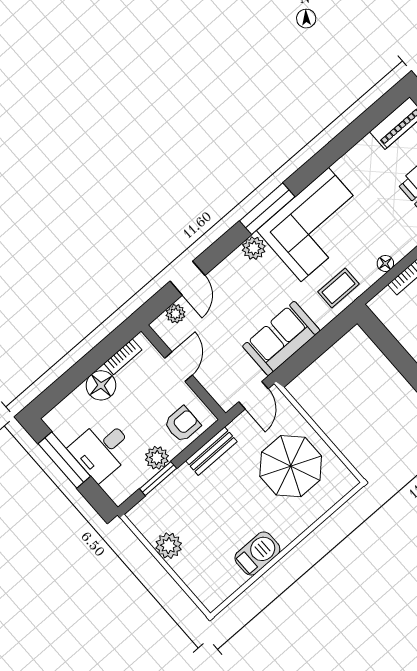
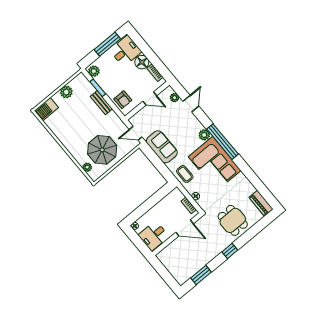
window: (267, 209) -> (222, 142), width x1.46
door: (187, 278) -> (191, 104), swing flipped
desk: (102, 449) -> (126, 51), moved, turned 90
bench: (211, 451) -> (101, 103), moved
plant: (157, 458) -> (94, 71), moved
plant: (329, 497) -> (87, 167), added
barbecue: (257, 554) -> (47, 109), moved, turned 90

